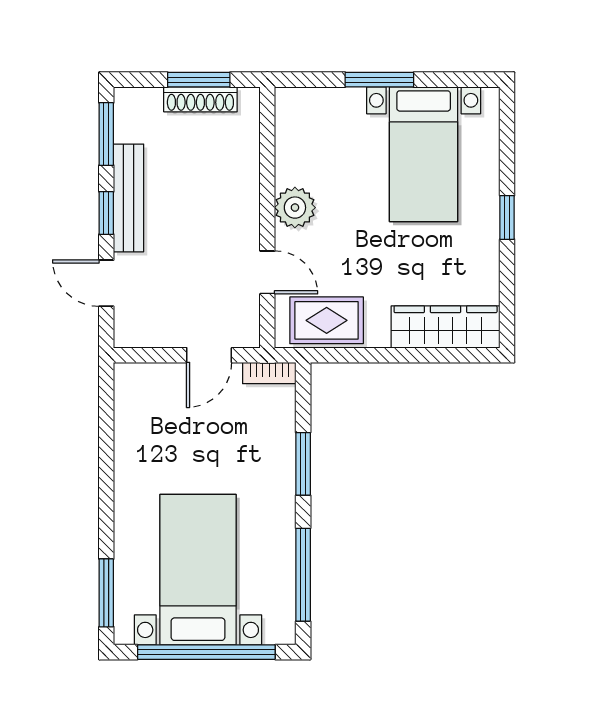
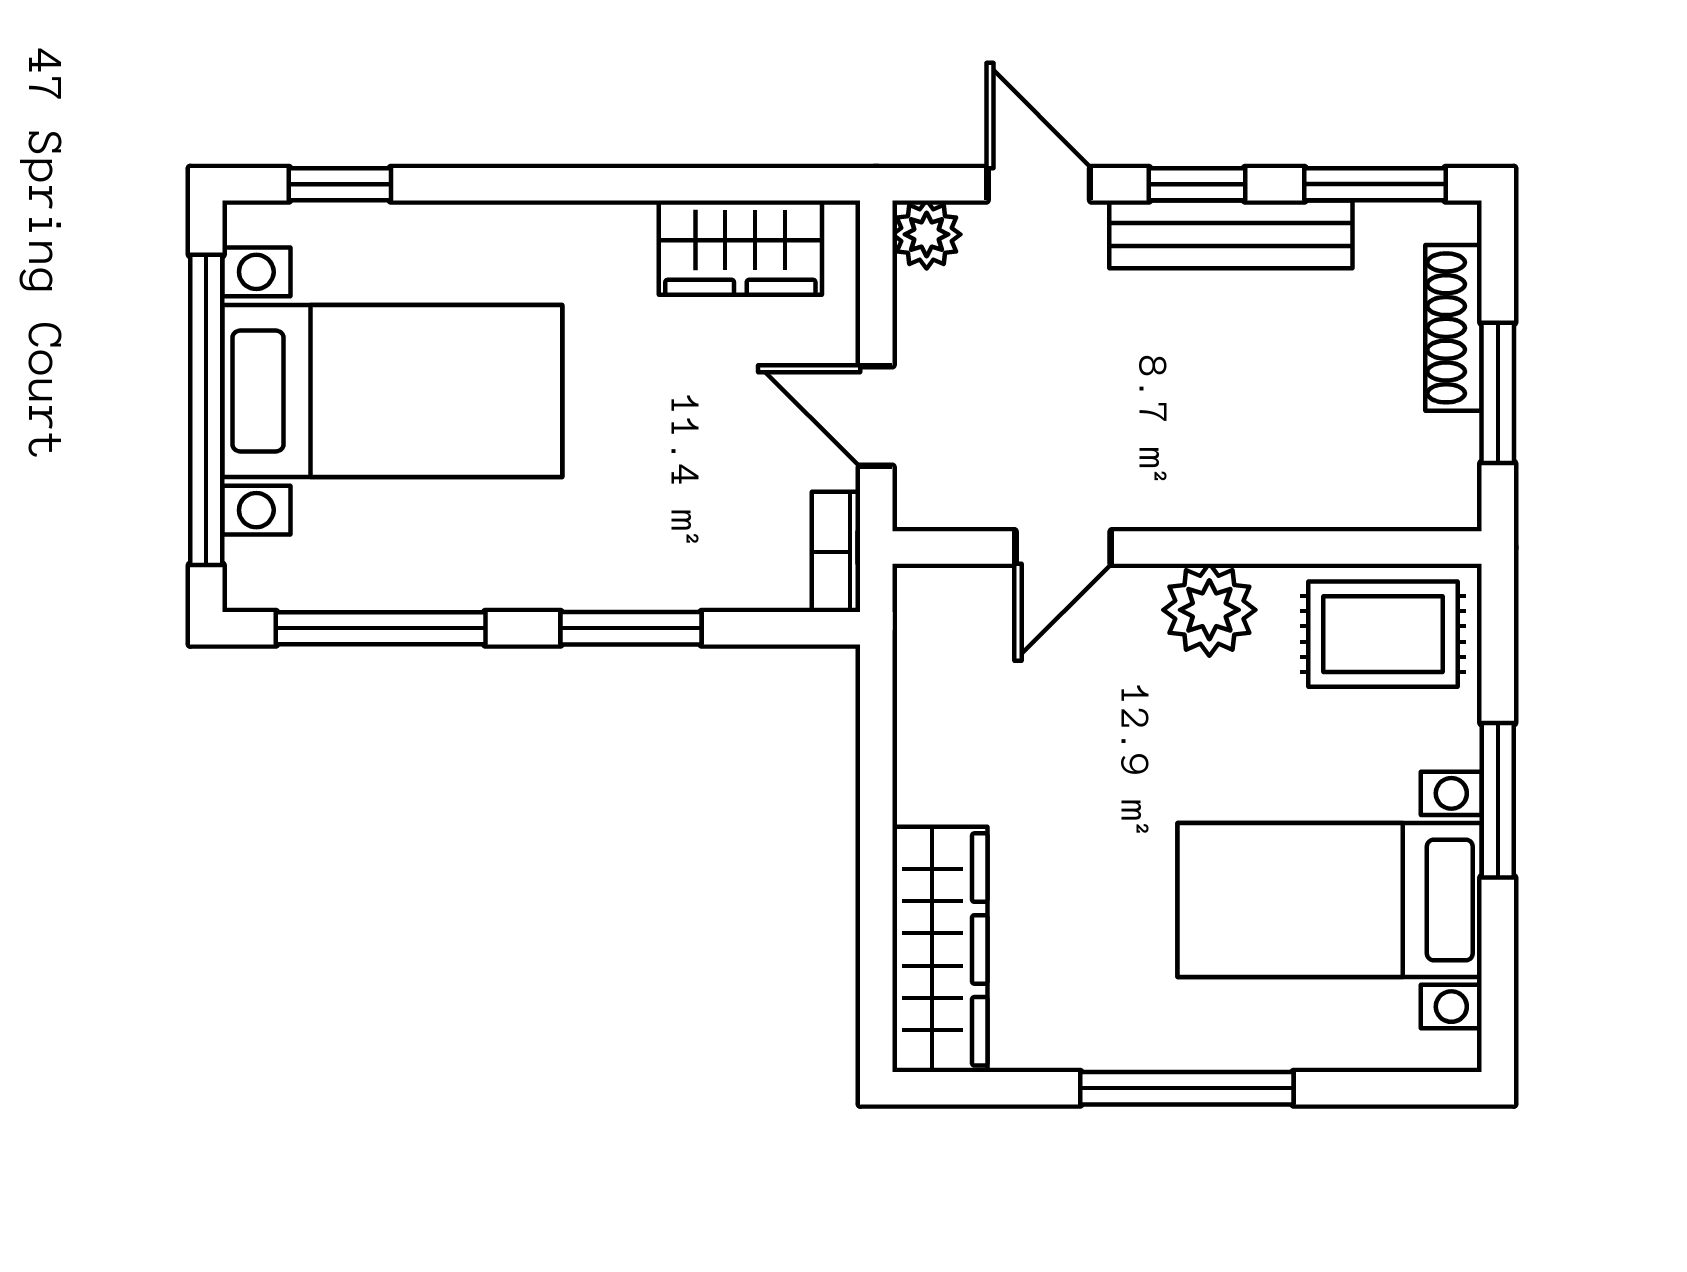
shoe rack: (200, 99) -> (1453, 328), moved
window: (507, 217) -> (1187, 1088), width x2.17
door: (106, 283) -> (1039, 184), hinge flipped
rug: (327, 320) -> (1383, 634), moved, turned 90
plant: (129, 333) -> (927, 234), added
wardrobe: (134, 415) -> (740, 248), added
window: (106, 593) -> (340, 184), width x0.67

